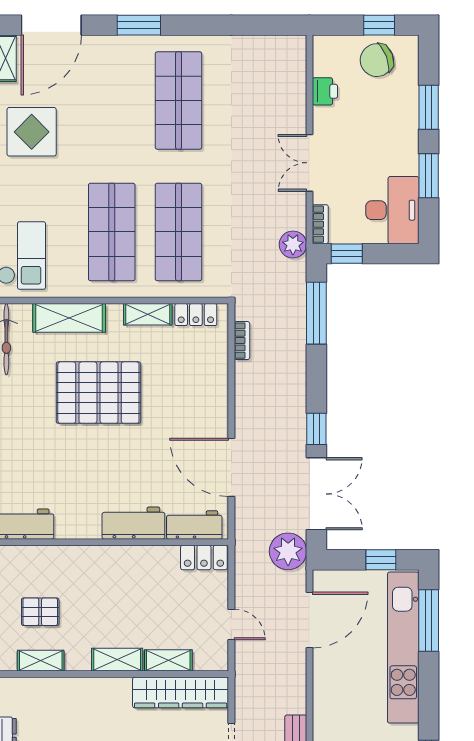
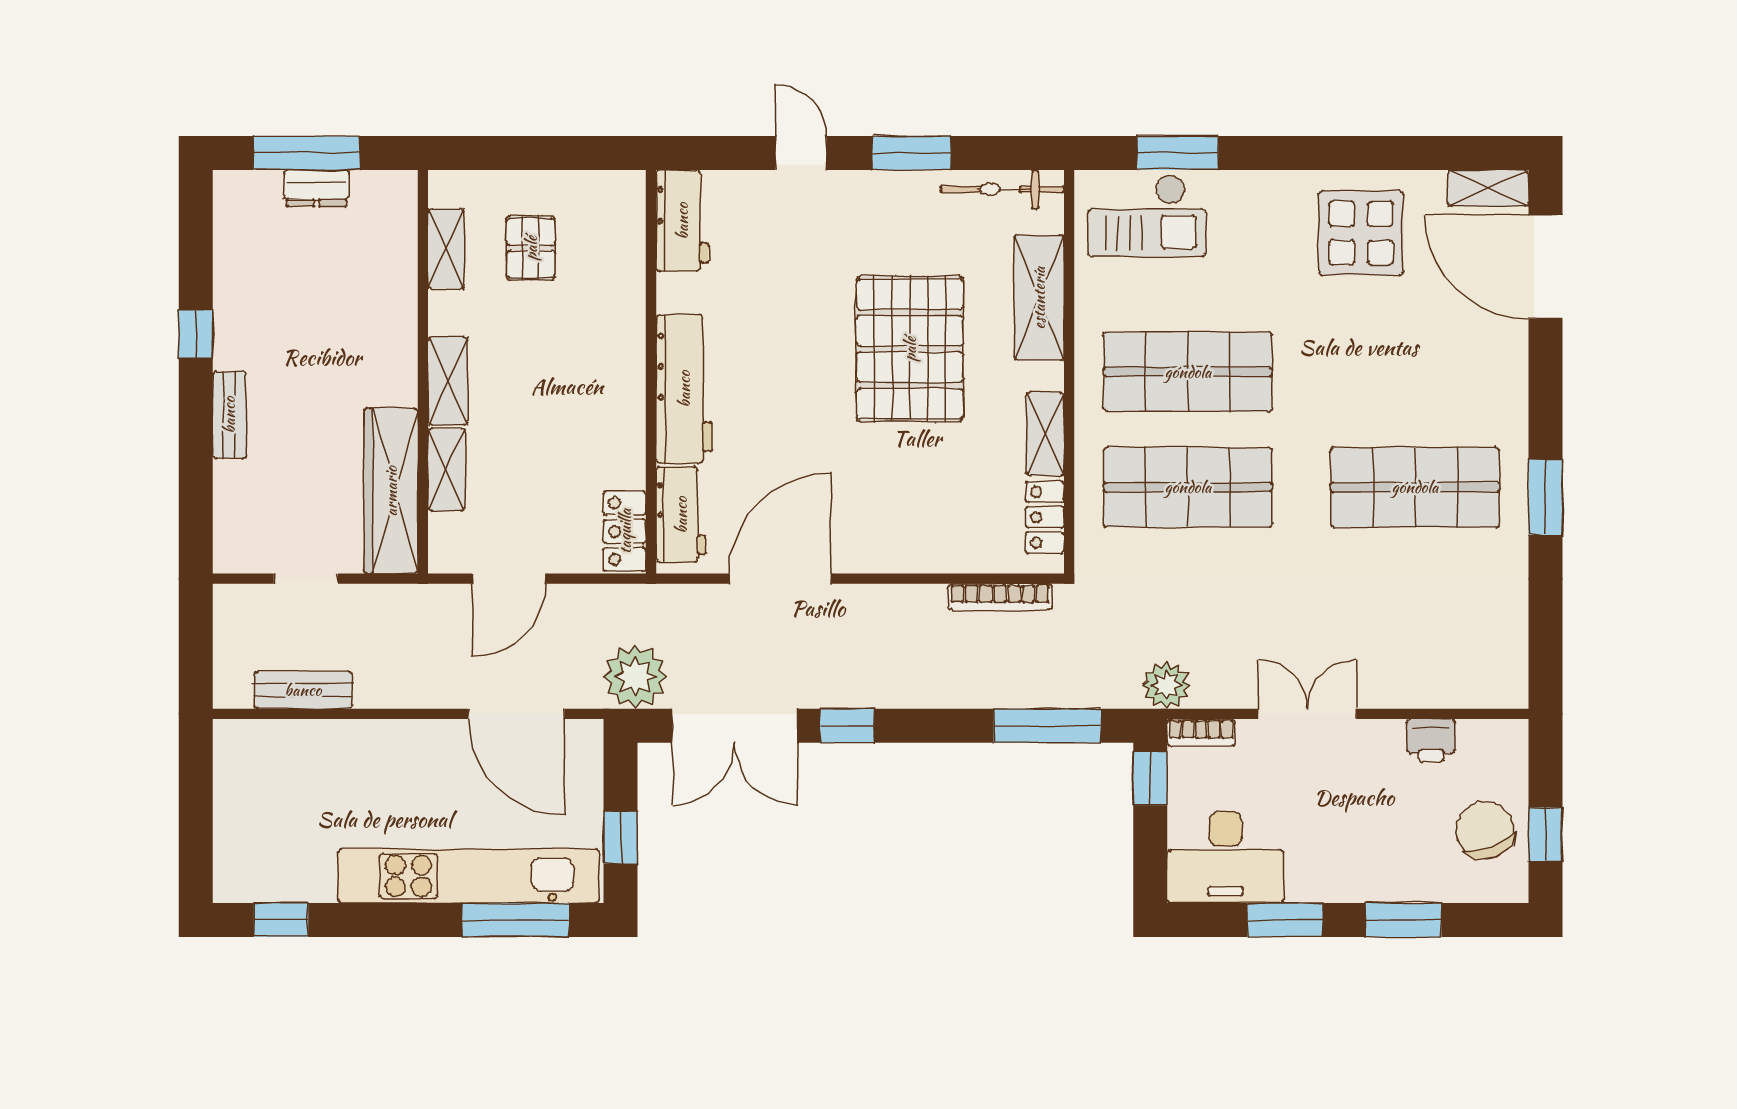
window: (139, 25) -> (1546, 497), moved
bookcase: (242, 341) -> (1000, 597), width x1.56
workbench: (133, 523) -> (684, 389), width x1.38
door: (231, 624) -> (509, 579), width x1.38

